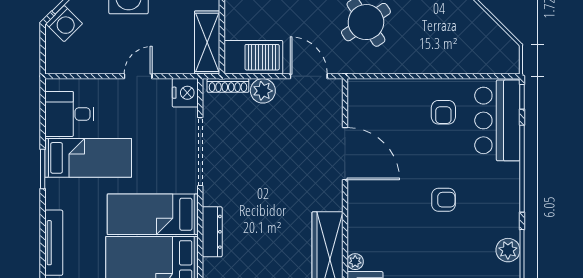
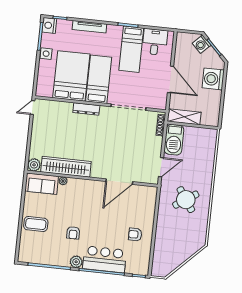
door: (138, 76) -> (170, 79), width x1.87
plant: (263, 91) -> (156, 143), removed
nightstand: (185, 93) -> (159, 103), removed
bar counter: (497, 120) -> (105, 259), moved
armchair: (444, 200) -> (73, 233), moved
plant: (508, 250) -> (76, 262), moved

